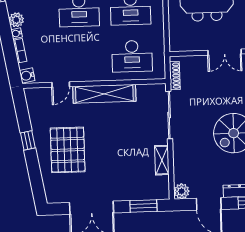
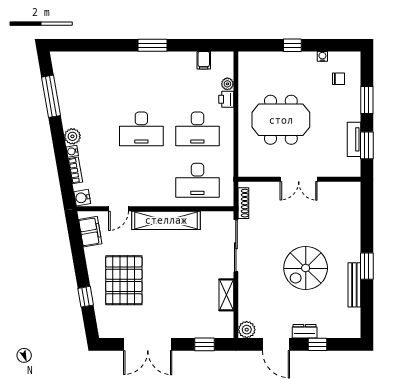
filing cabinet: (35, 106) -> (90, 232), added
window: (28, 140) -> (86, 297), moved
window: (143, 206) -> (205, 344), width x0.67

